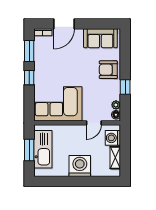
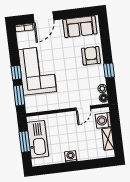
window: (29, 51) -> (19, 95), moved
armchair: (108, 70) -> (91, 56), turned 90
corner sofa: (58, 104) -> (37, 71), moved, turned 90
washing machine: (80, 166) -> (71, 156), width x0.53, depth x0.53

